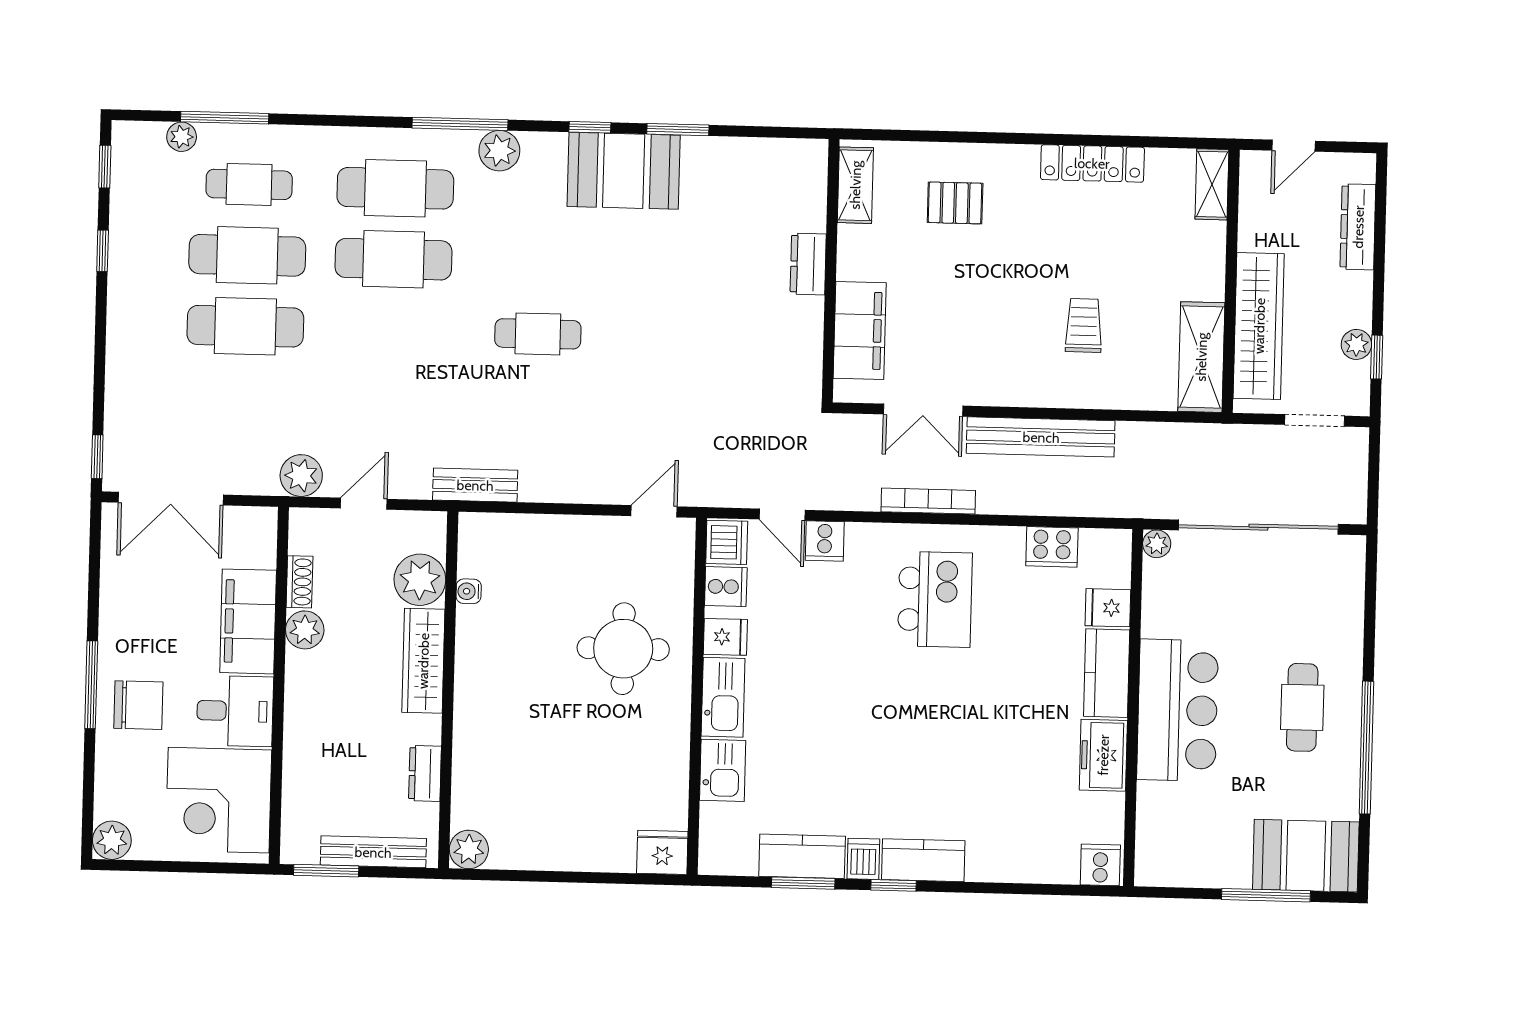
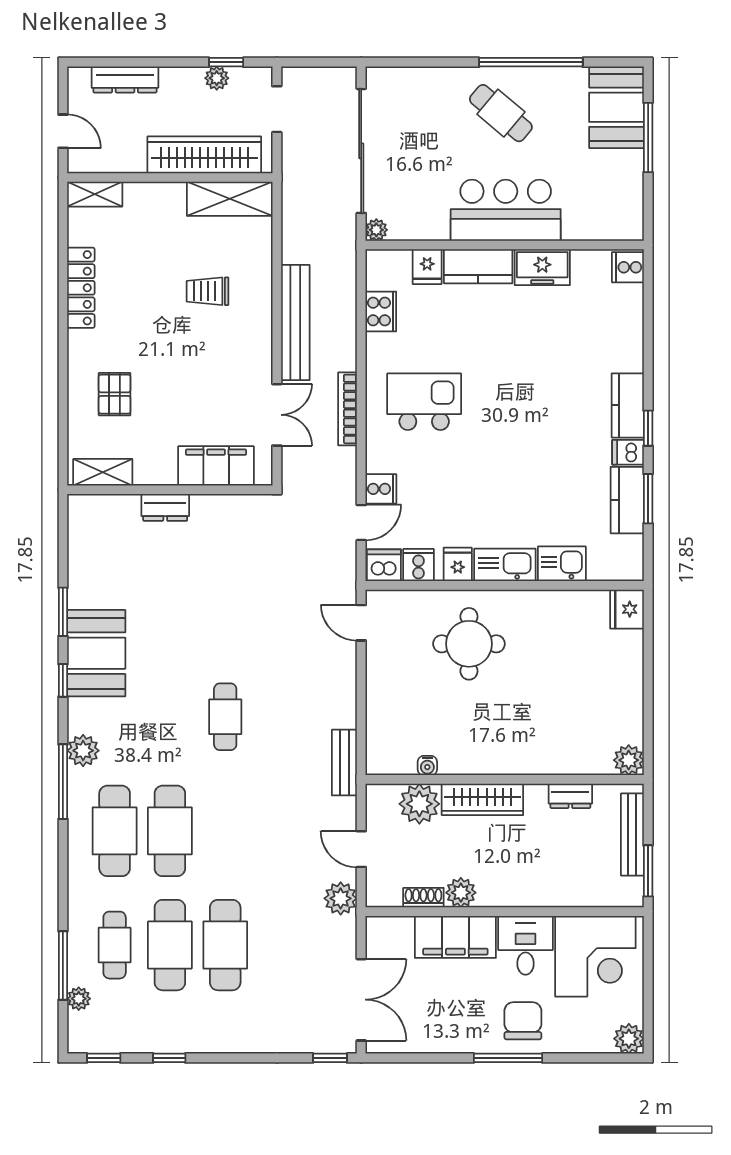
cafe table: (1302, 707) -> (501, 113), turned 40

